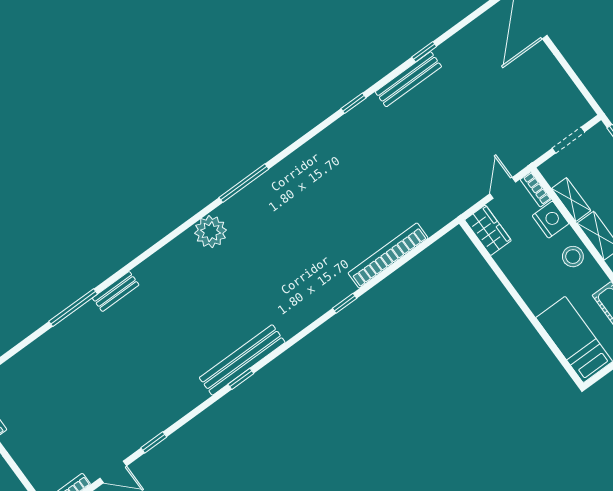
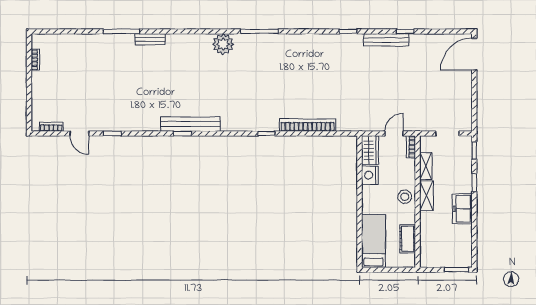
nightstand: (551, 220) -> (370, 175), moved, turned 180

